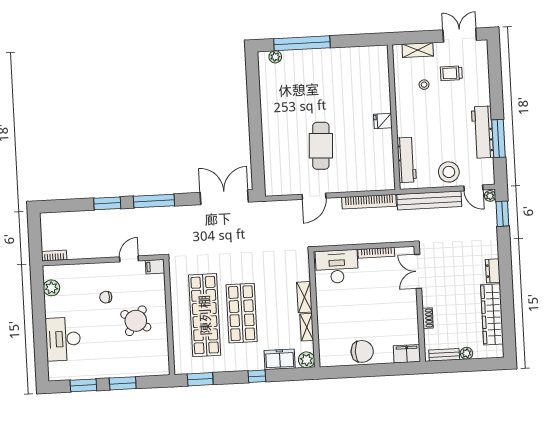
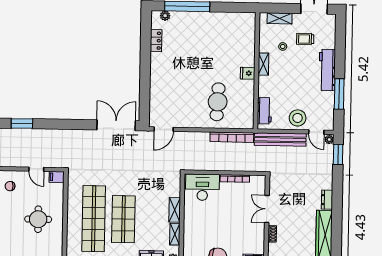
locker: (266, 89) -> (156, 41), added
shelving: (402, 108) -> (263, 64), added
workbench: (482, 132) -> (327, 70), moved
cafe table: (321, 146) -> (218, 102), moved
workbench: (407, 160) -> (264, 111), width x0.73
door: (314, 196) -> (164, 129), moved
window: (154, 201) -> (60, 124), removed
door: (129, 259) -> (36, 169), swing flipped
double door: (418, 271) -> (267, 209), moved
chair: (106, 297) -> (10, 186), moved
round table: (136, 321) -> (38, 219), turned -33

